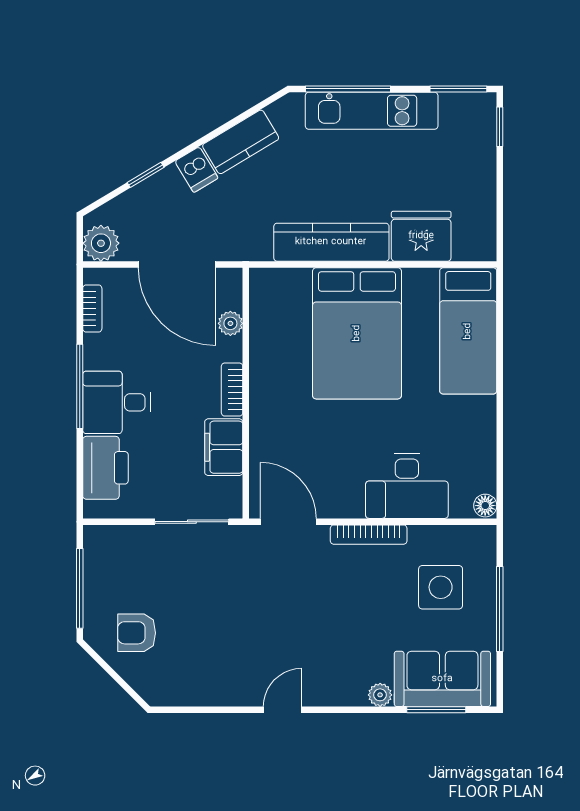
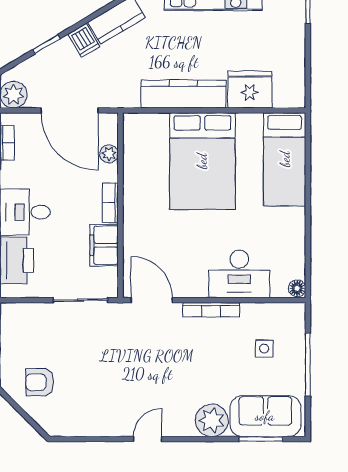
side table: (441, 587) -> (264, 349), width x0.54, depth x0.54
plant: (380, 695) -> (212, 420), width x1.88, depth x1.88

